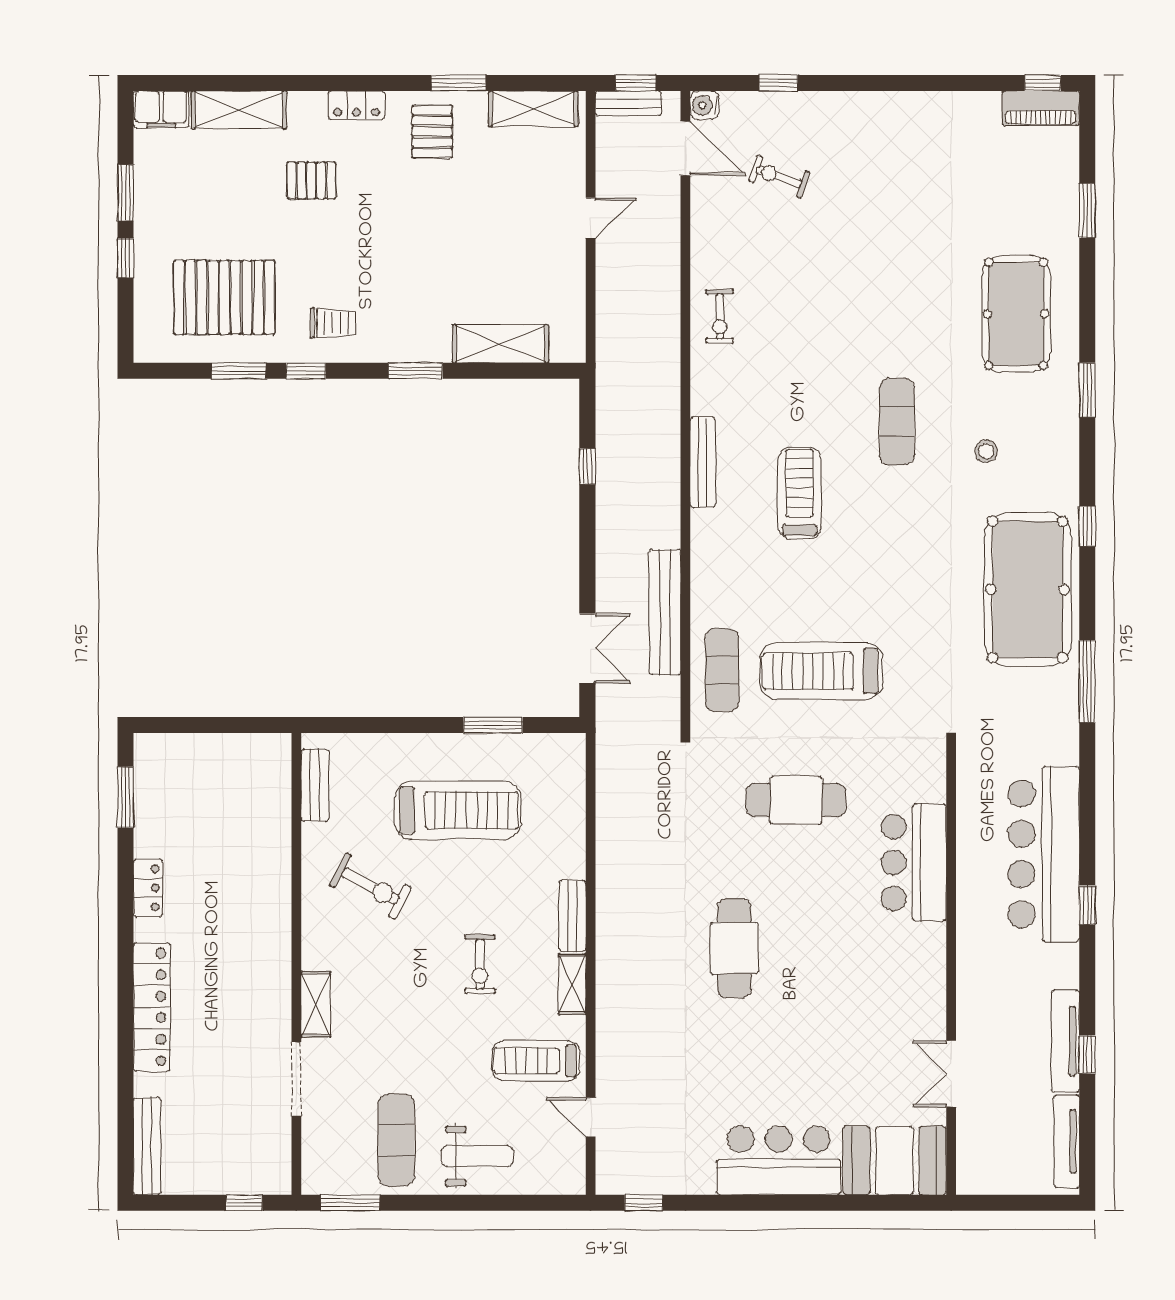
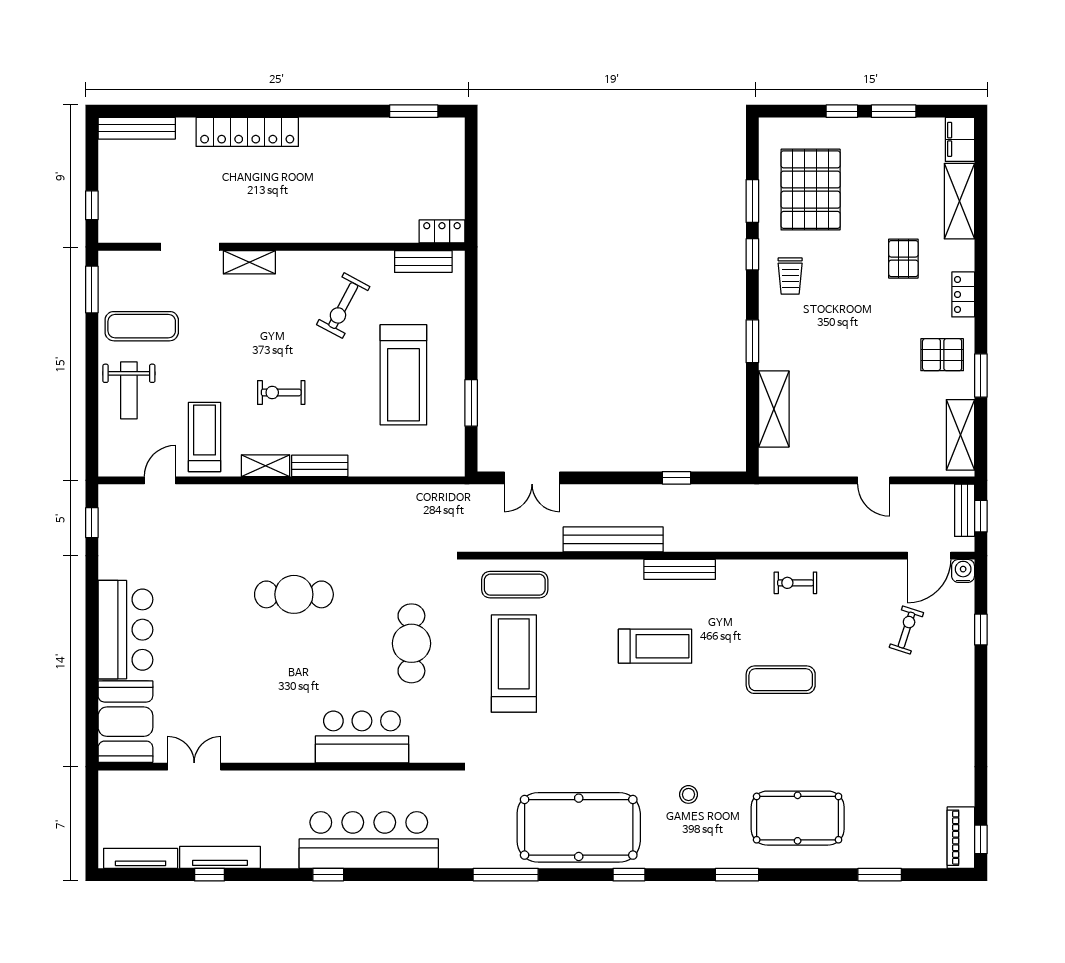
exercise mat: (897, 422) -> (781, 680), moved
bench: (665, 612) -> (613, 539), moved
locker: (148, 888) -> (442, 231), moved, turned 180

